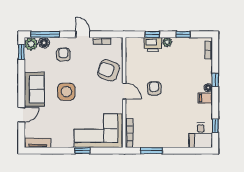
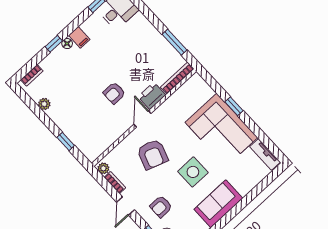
window: (183, 34) -> (39, 113), removed
plant: (116, 42) -> (103, 168), added
plant: (167, 42) -> (44, 104), moved
printer: (153, 44) -> (152, 96), moved, turned -90
armchair: (109, 70) -> (152, 154), moved
door: (21, 115) -> (253, 194), removed
corner sofa: (98, 131) -> (221, 130), moved

